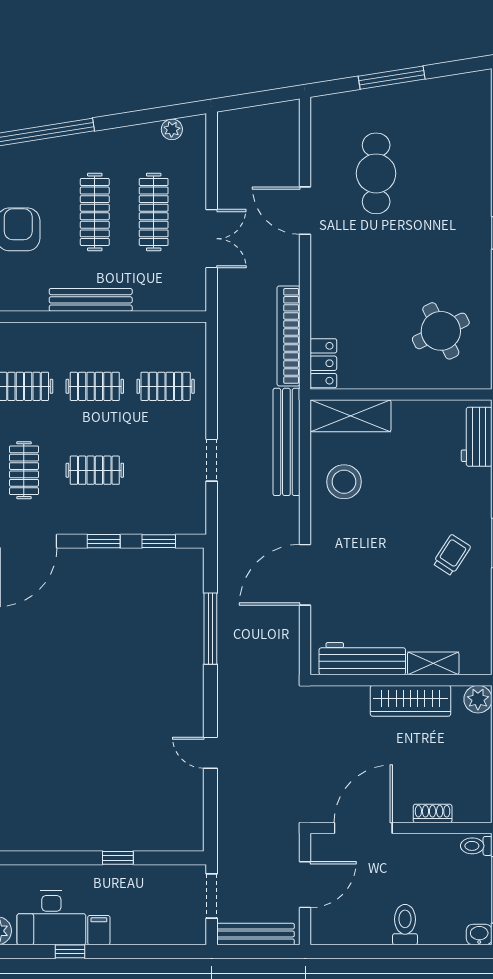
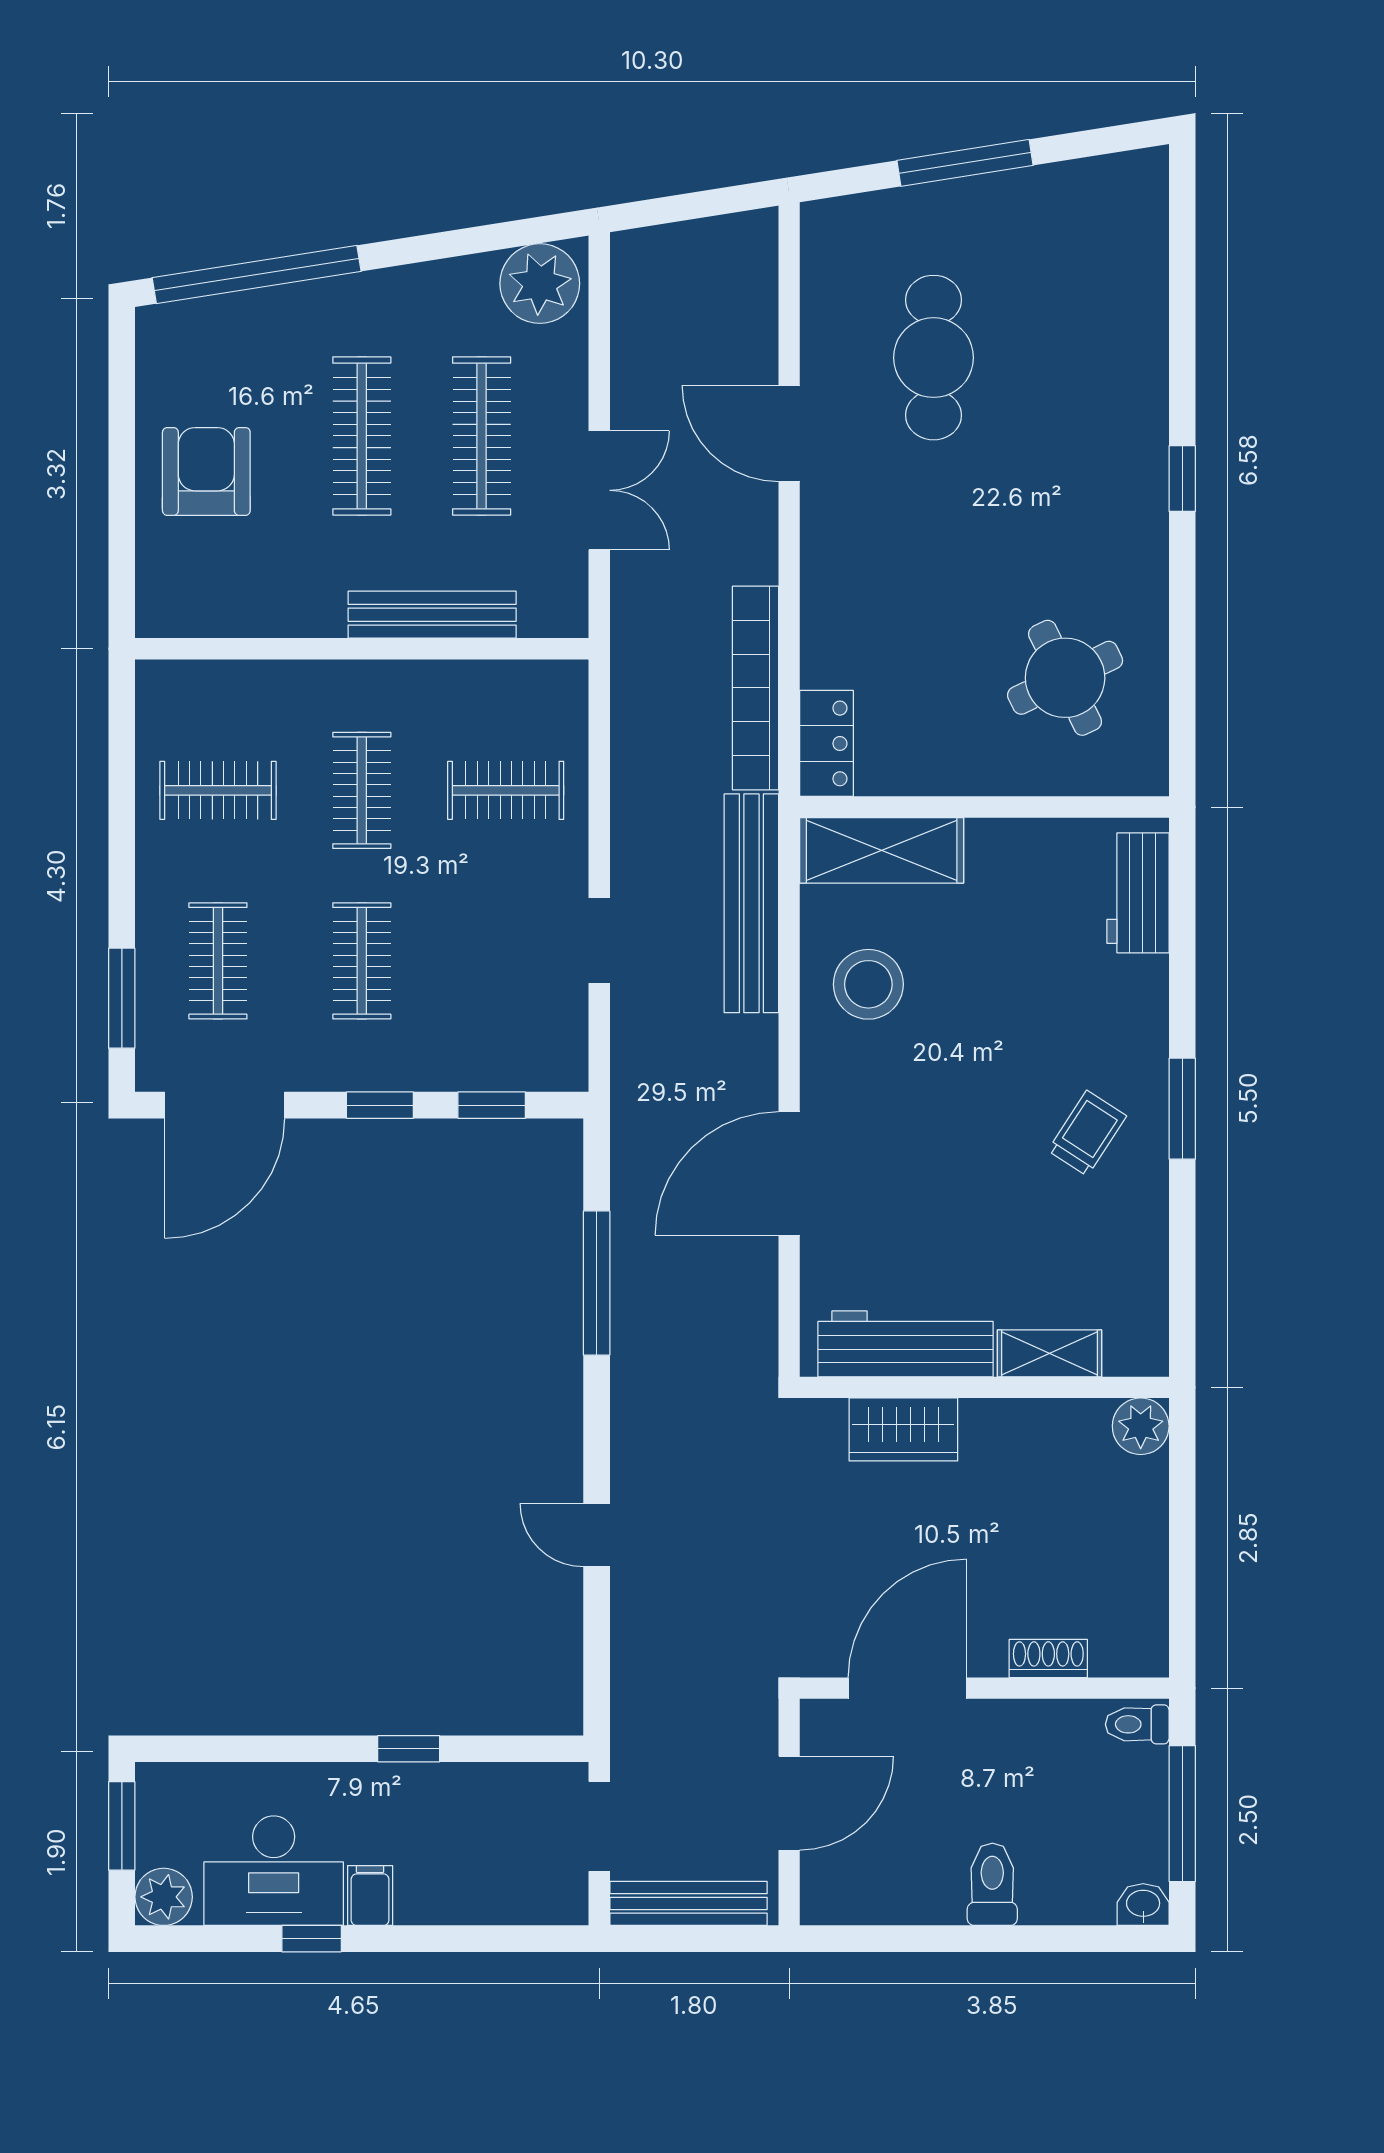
plant: (172, 129) -> (540, 284), width x1.87, depth x1.87
bench: (91, 300) -> (432, 615), moved
clothes rail: (95, 386) -> (362, 790), turned 90
clothes rail: (95, 470) -> (362, 961), turned 90
wardrobe: (410, 701) -> (903, 1429), moved, width x0.67

